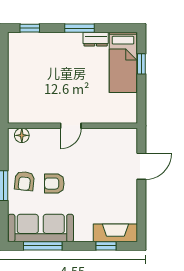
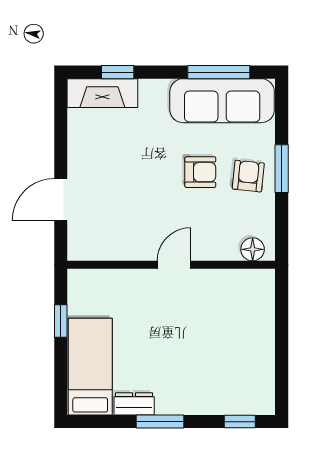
window: (141, 64) -> (61, 321), moved

